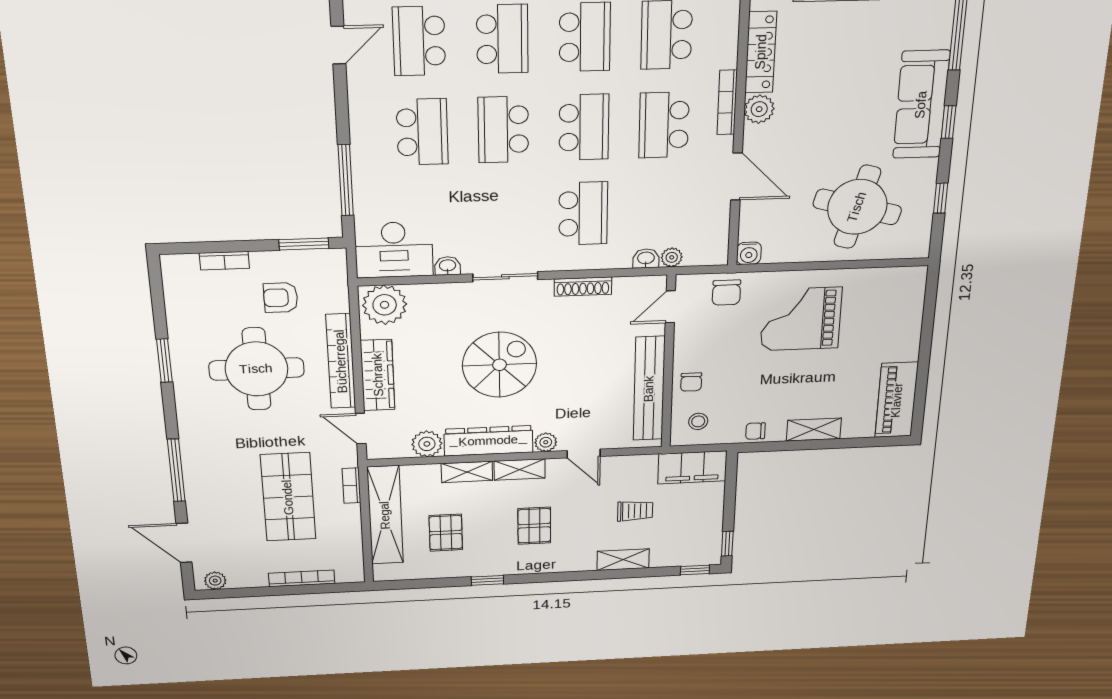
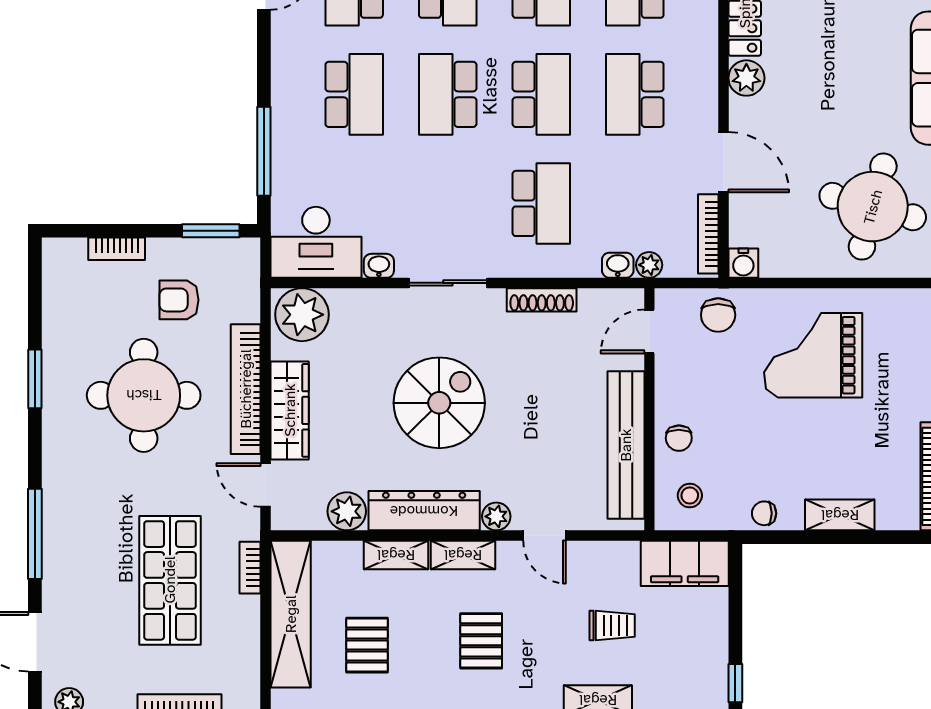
bookcase: (727, 102) -> (708, 234), moved

